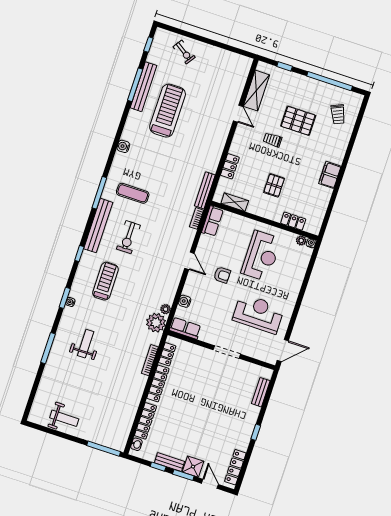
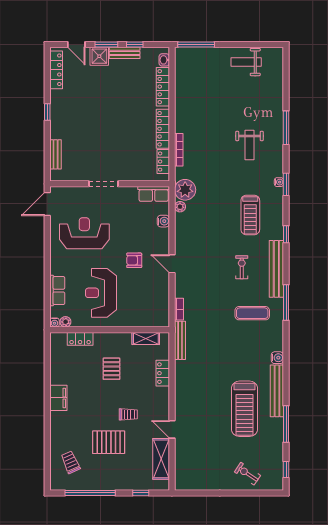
bench: (144, 87) -> (277, 391), moved
row of seats: (212, 221) -> (57, 291), moved, turned 180
exercise bike: (128, 237) -> (242, 267), width x0.73, depth x0.72
reception desk: (258, 314) -> (84, 233), turned 180

